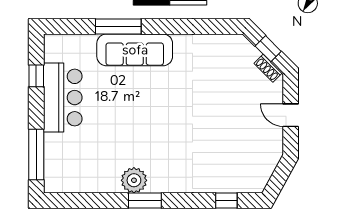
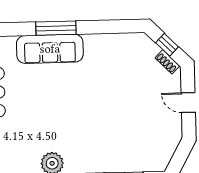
window: (118, 27) -> (56, 28), moved

